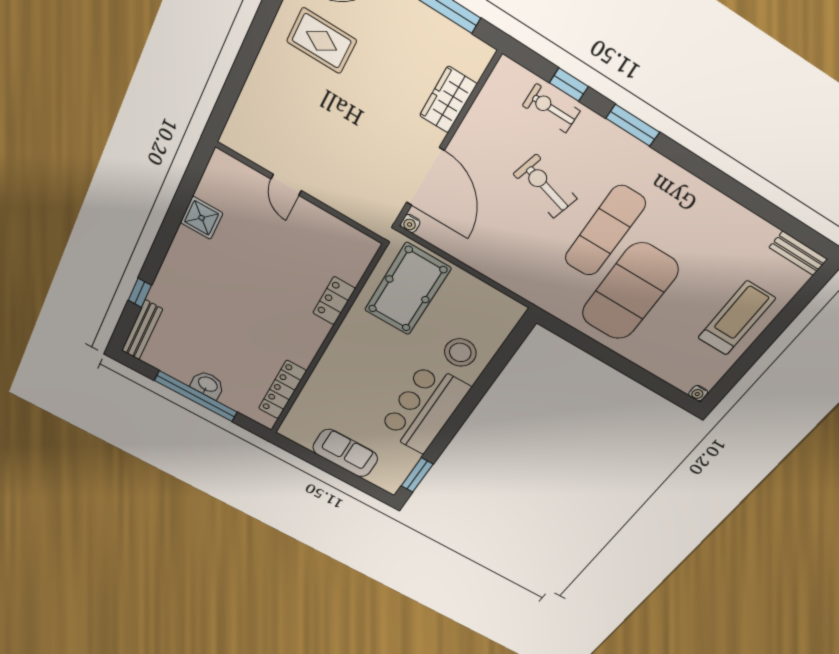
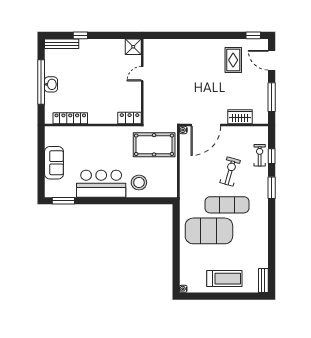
door: (286, 185) -> (142, 74), moved
wall: (301, 194) -> (142, 81), moved

